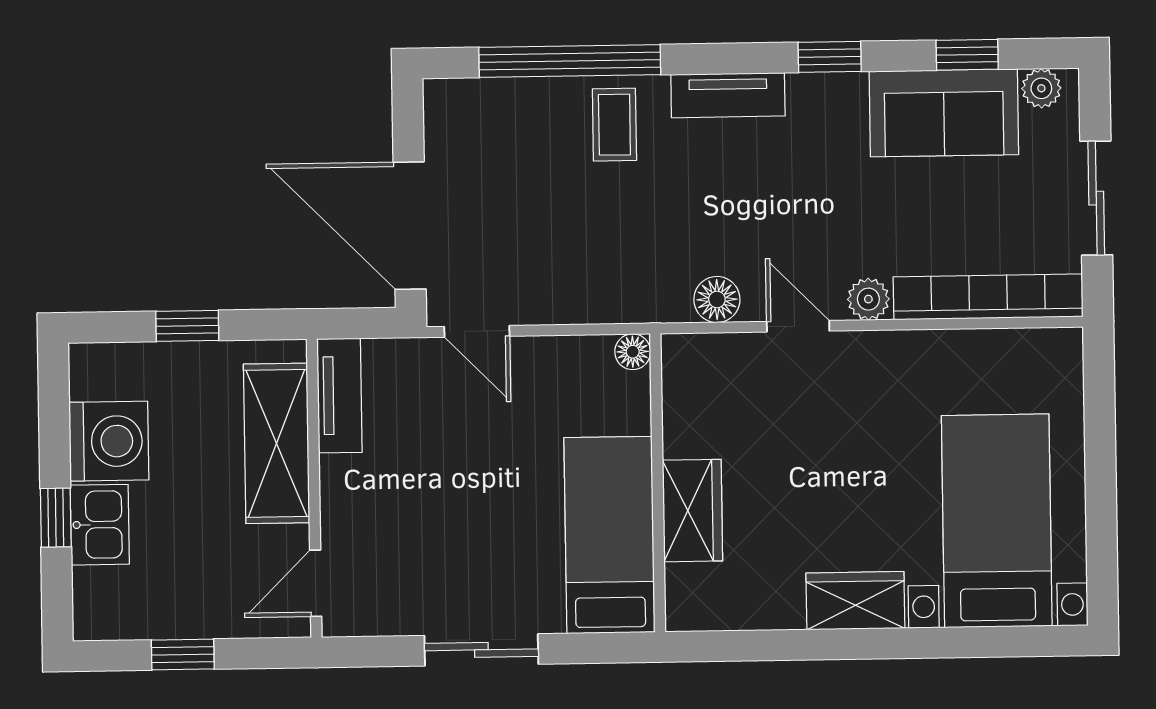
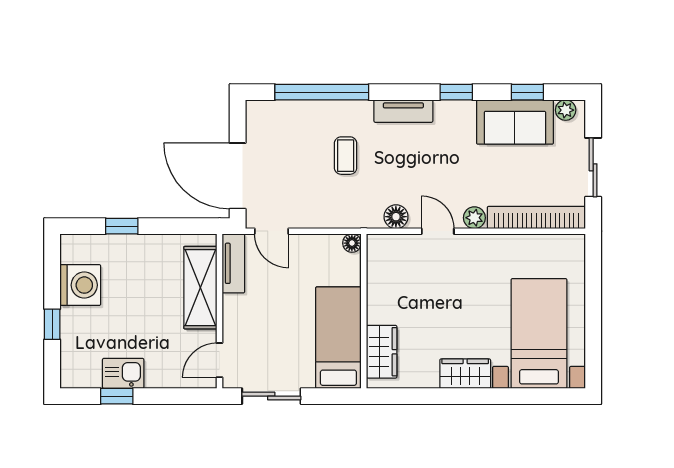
coffee table: (614, 125) -> (346, 156), moved
tv unit: (339, 396) -> (233, 263), moved
shelving: (277, 443) -> (200, 288), moved
wall: (314, 488) -> (220, 311), moved
wardrobe: (692, 511) -> (382, 352), moved
kitchen sink: (100, 525) -> (123, 373), moved, turned -90
door: (316, 583) -> (220, 360), moved

